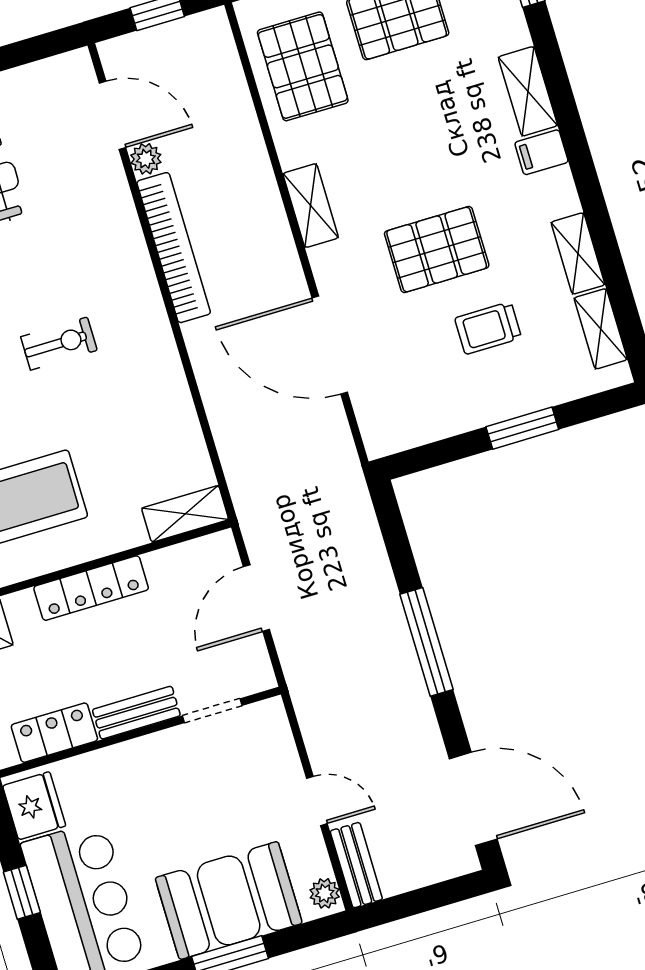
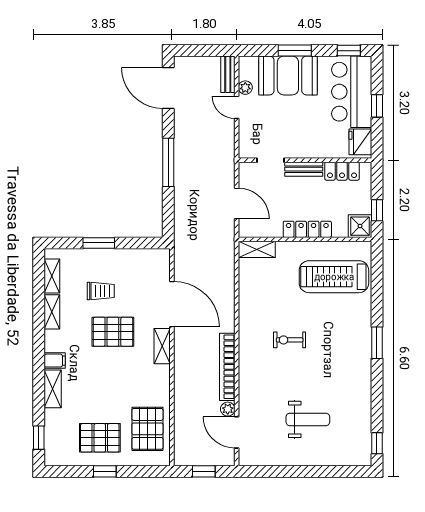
shelving: (311, 206) -> (162, 346), moved
door: (256, 598) -> (237, 203), hinge flipped
plant: (325, 893) -> (245, 88), moved

